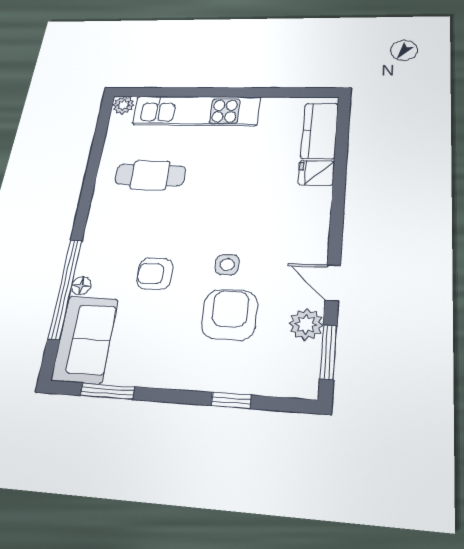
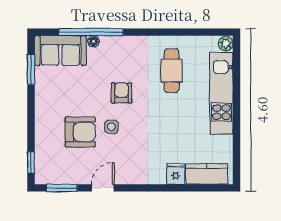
armchair: (155, 274) -> (121, 93), moved
plant: (306, 324) -> (77, 175), removed
window: (231, 400) -> (31, 162), moved

